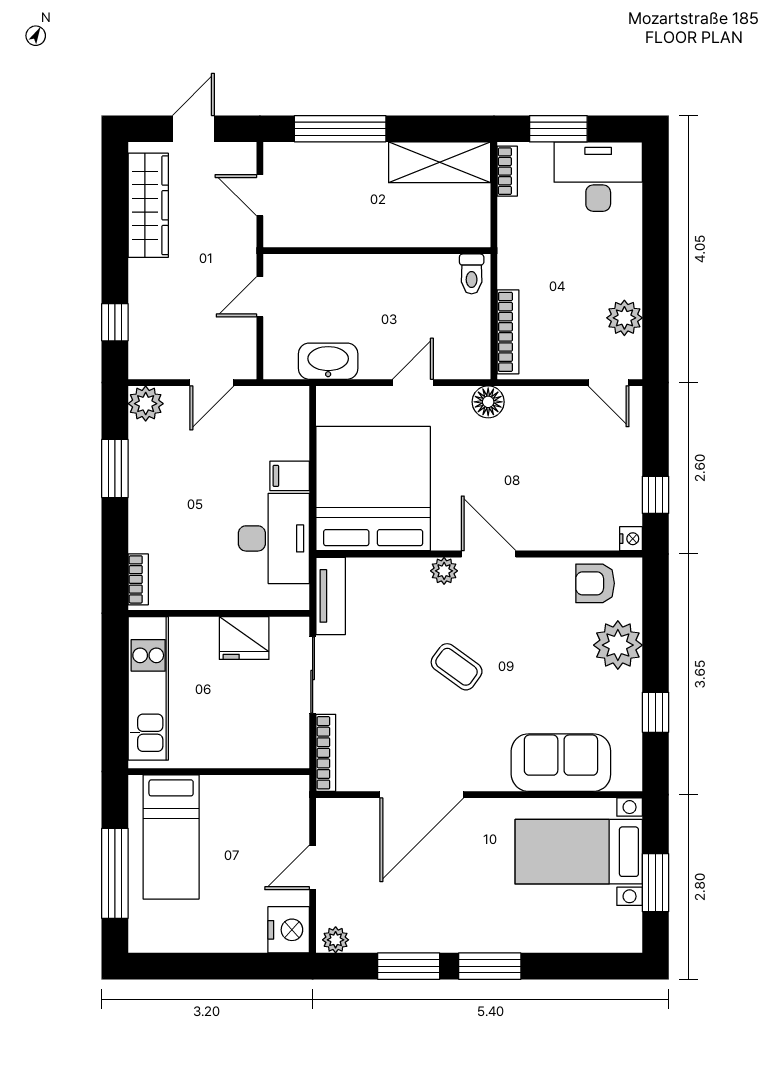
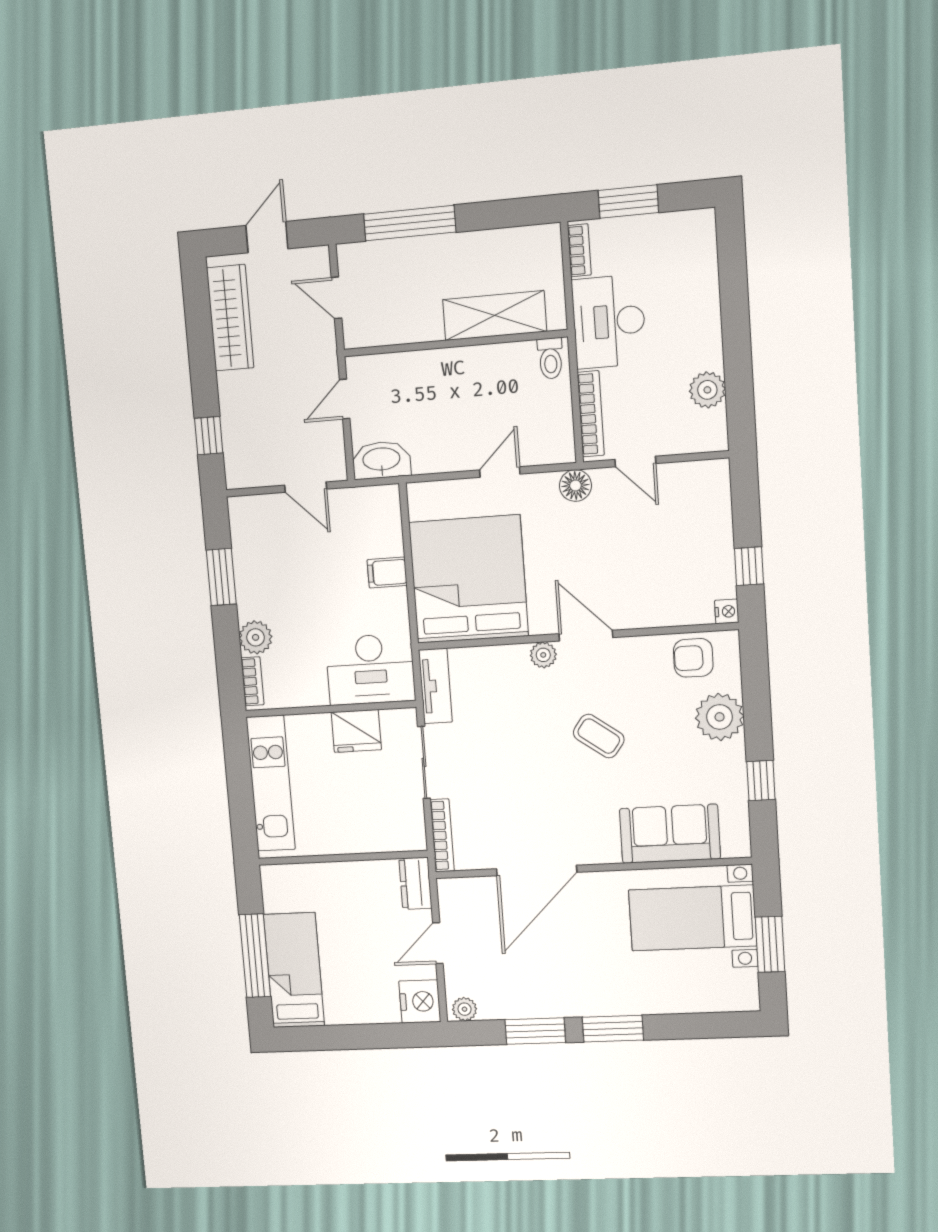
shelving: (440, 162) -> (495, 316), moved
desk: (598, 177) -> (609, 322), moved, turned -90
washbasin: (328, 361) -> (381, 460), moved
door: (212, 383) -> (306, 487), hinge flipped
door: (609, 383) -> (635, 461), moved
plant: (146, 404) -> (256, 637), moved
desk: (274, 538) -> (370, 669), moved, turned 90
coffee table: (457, 667) -> (599, 736), moved
dresser: (294, 802) -> (415, 883), added
bed: (171, 837) -> (294, 970), moved, turned 180

